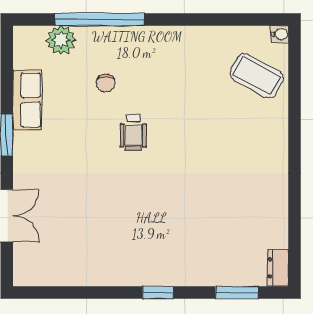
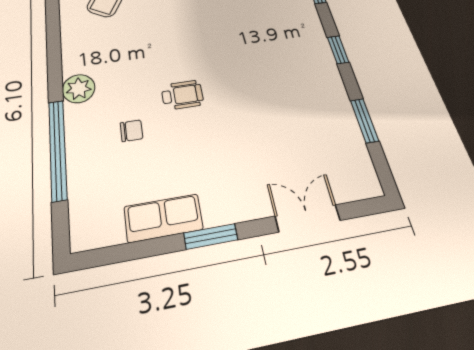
plant: (61, 40) -> (79, 89), moved
window: (81, 292) -> (365, 120), added

